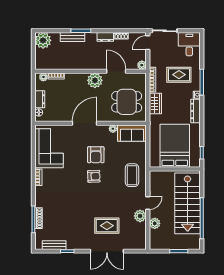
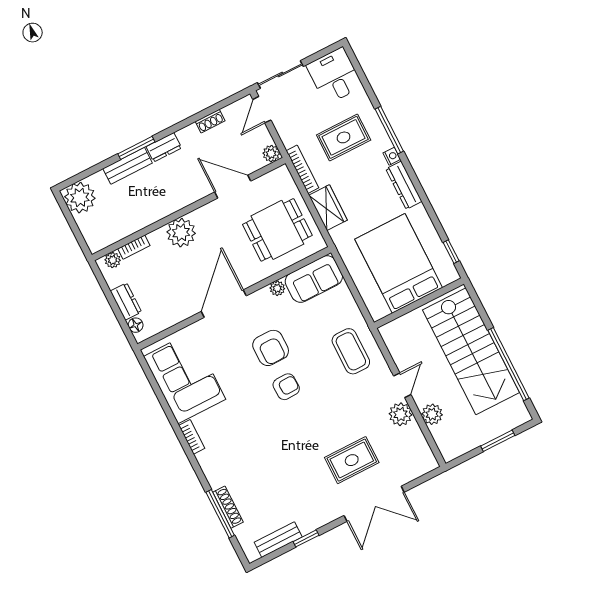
dresser: (105, 37) -> (164, 147), moved
plant: (95, 80) -> (181, 233), moved

